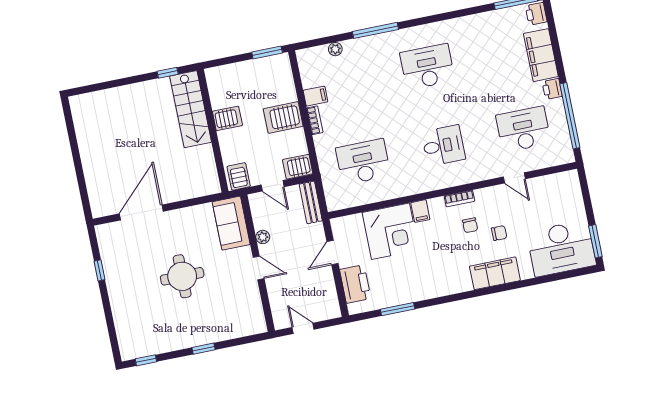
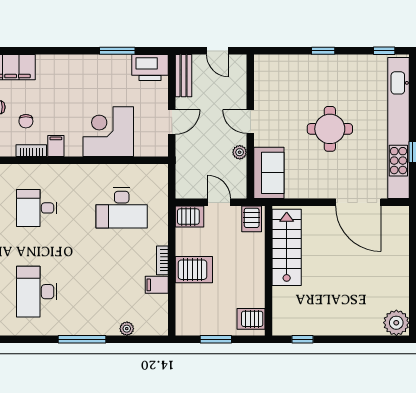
window: (267, 53) -> (216, 339), moved
desk: (427, 67) -> (37, 292), turned 90
plant: (82, 106) -> (396, 323), added
stairs: (191, 109) -> (287, 247), moved
server rack: (227, 118) -> (251, 319), moved
bench: (311, 202) -> (184, 76), moved
filing cabinet: (420, 211) -> (56, 146), moved
door: (141, 212) -> (358, 202), hinge flipped
chair: (470, 225) -> (26, 121), turned 180
printer: (355, 284) -> (150, 67), moved, turned -90
kitchen unit: (118, 290) -> (398, 128), added

